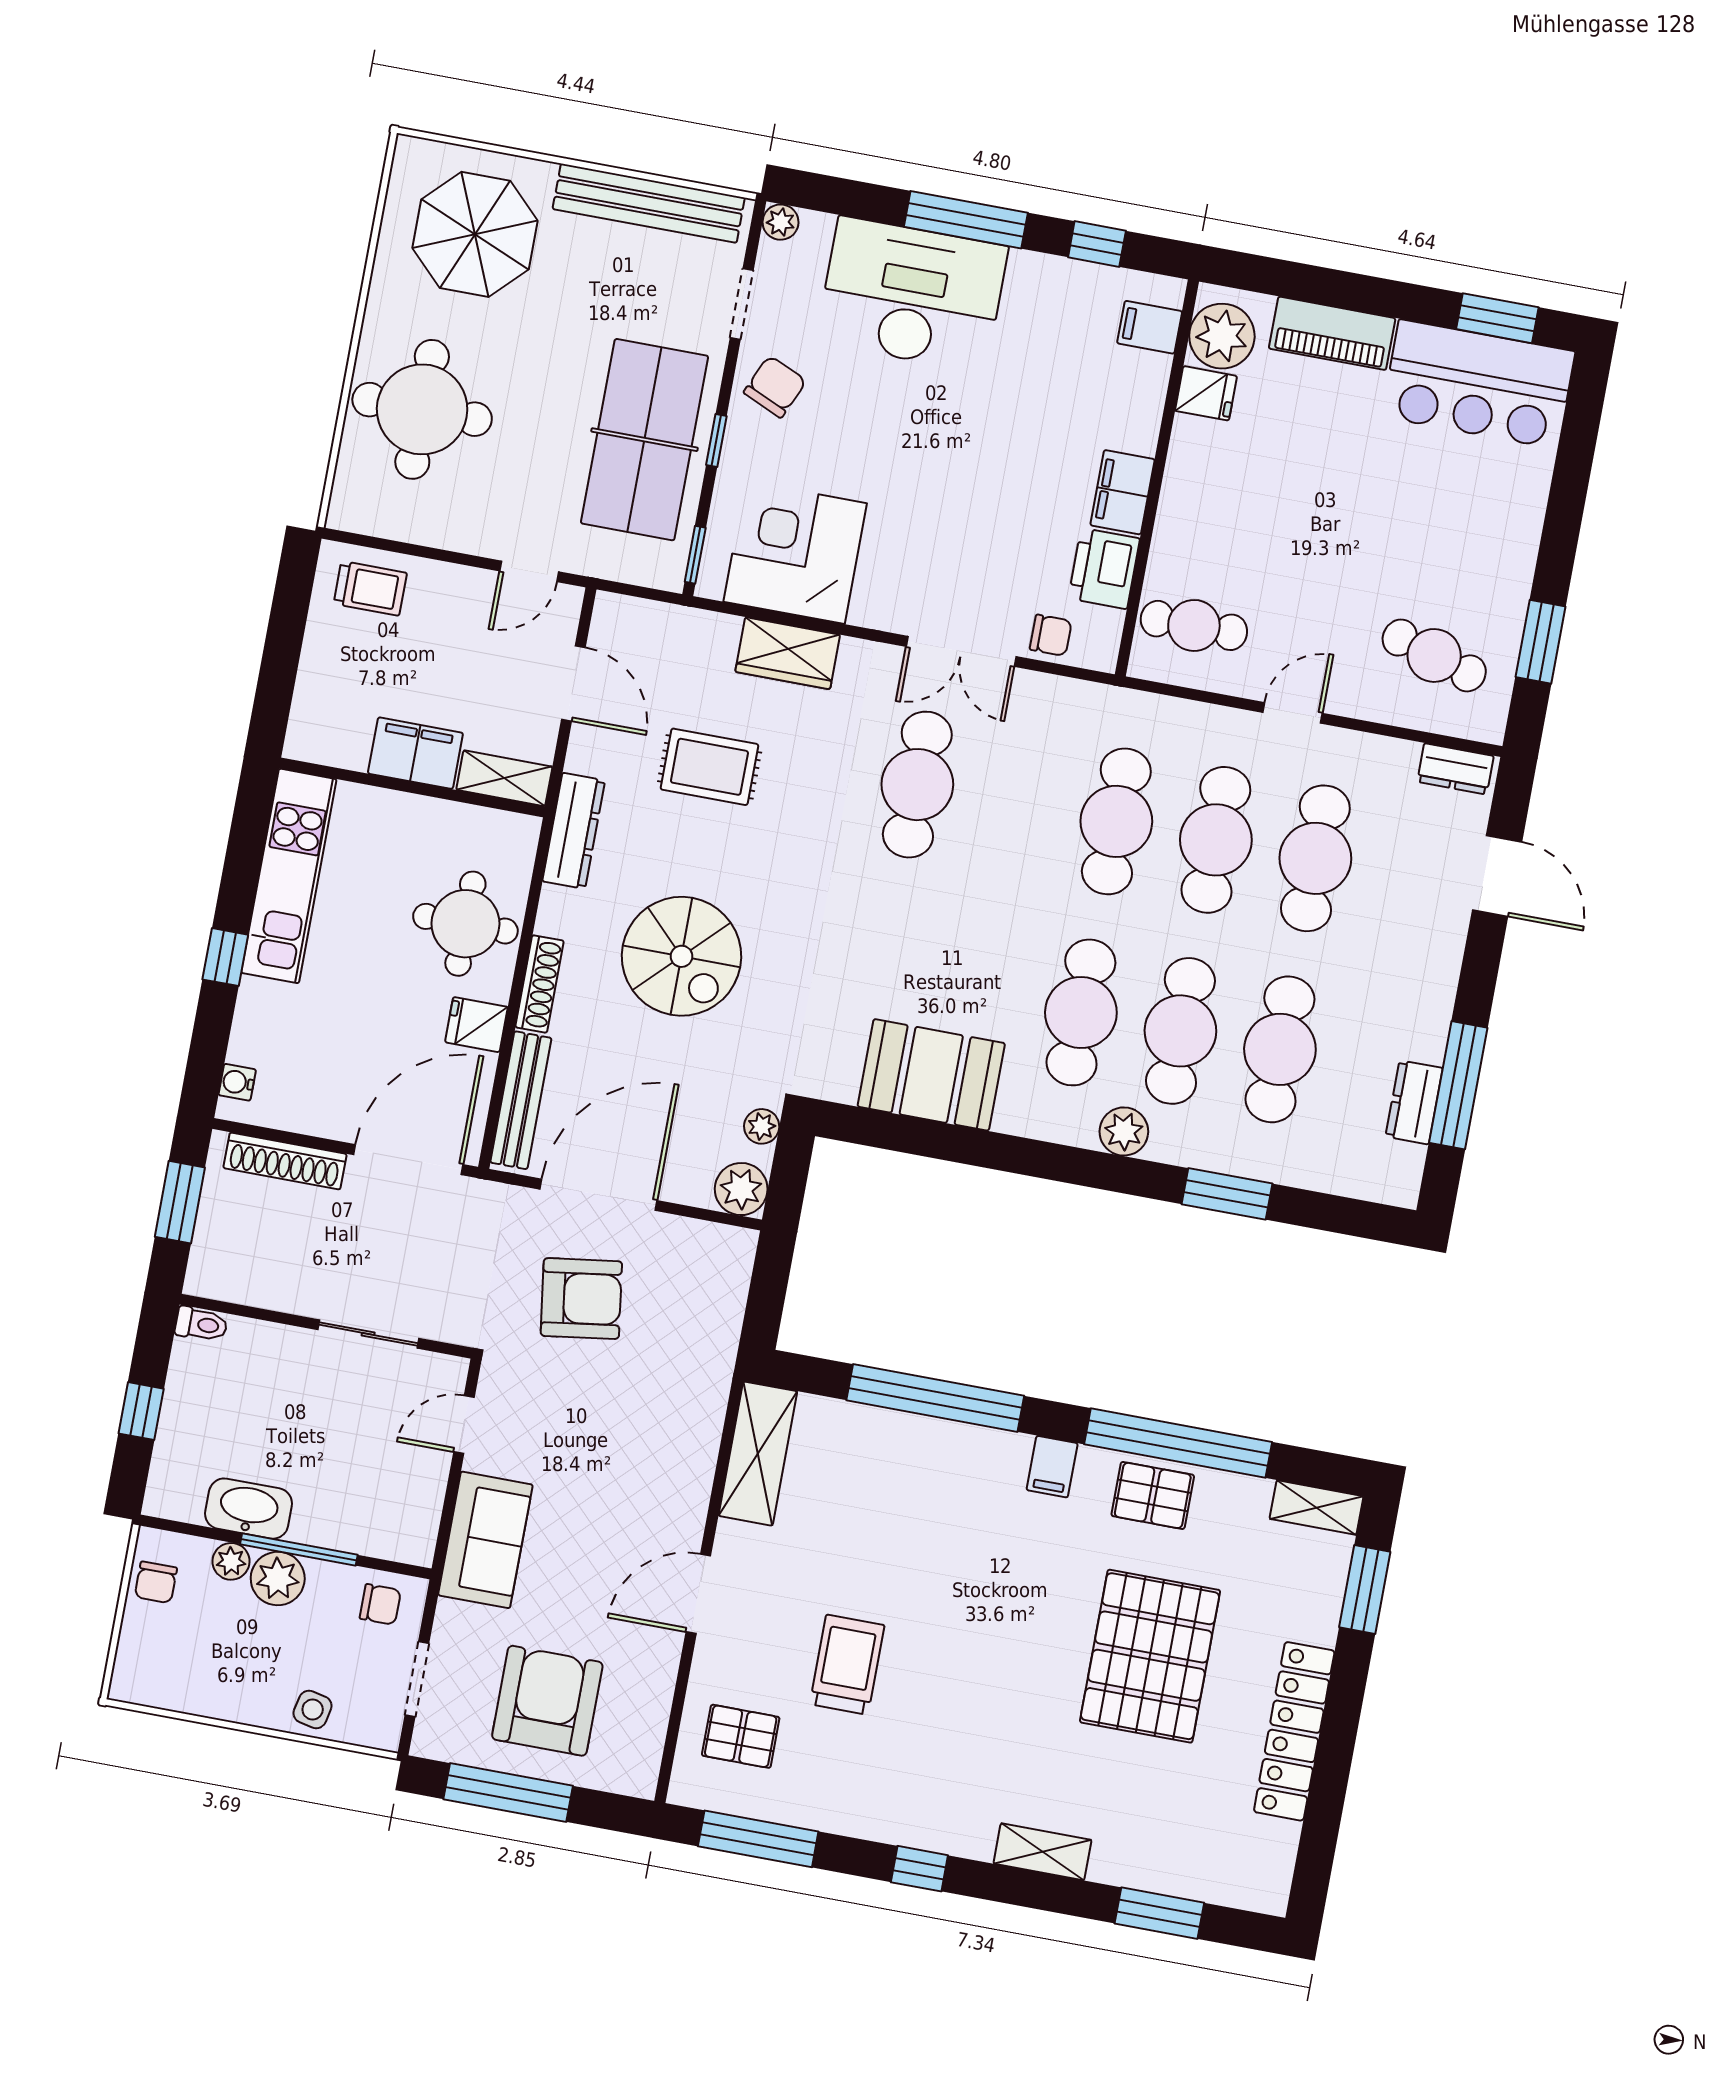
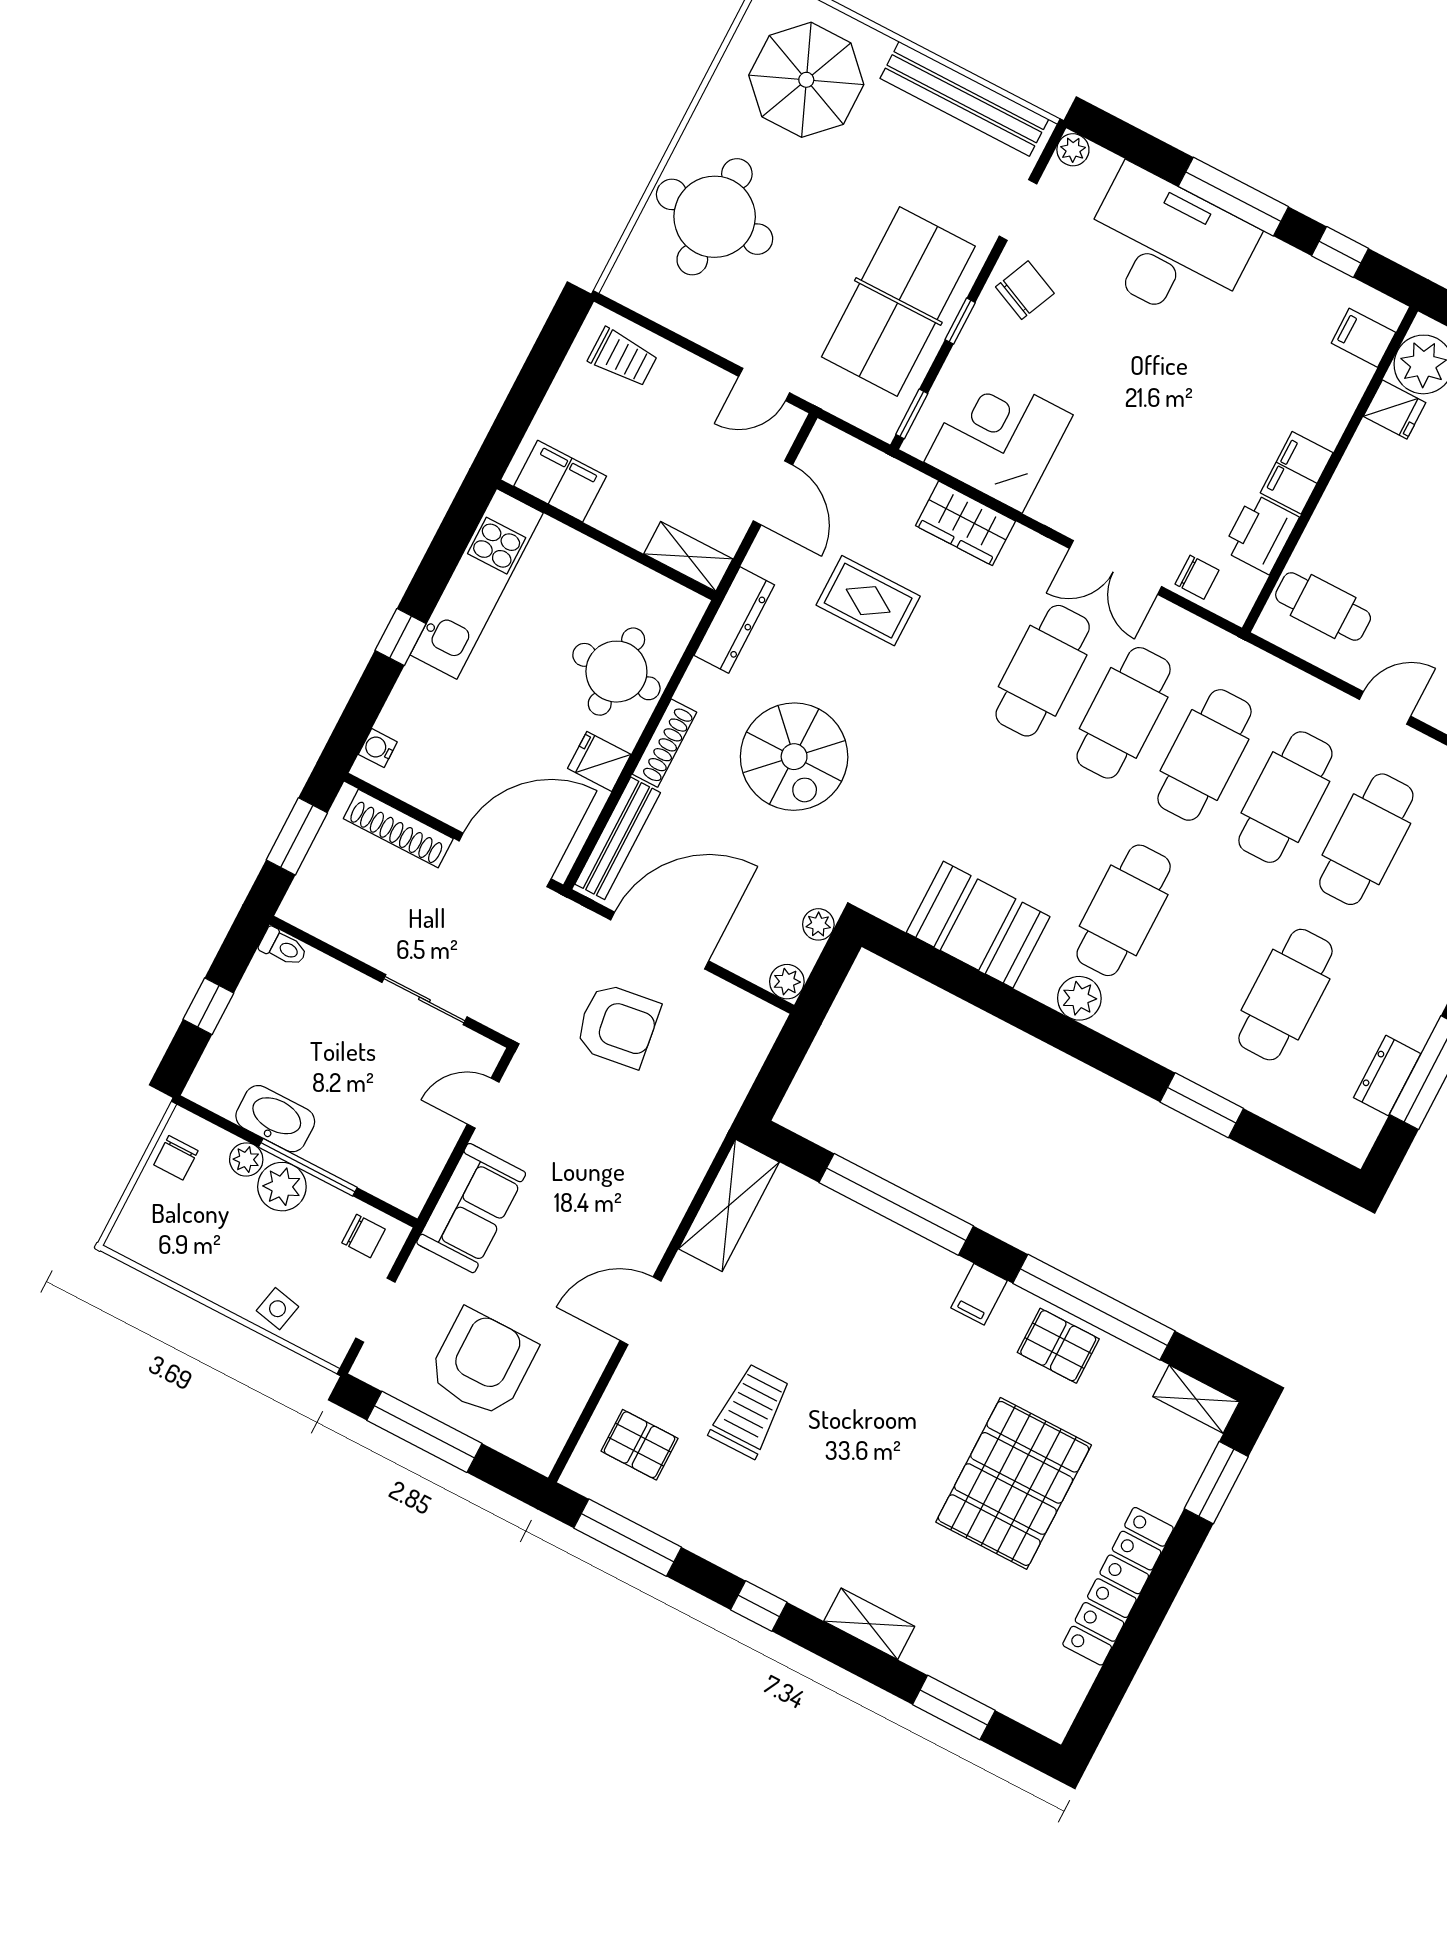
filing cabinet: (415, 753) -> (560, 481), moved
cafe table: (1180, 1031) -> (1124, 713), moved
plant: (1124, 1131) -> (1079, 998), moved
plant: (741, 1189) -> (787, 982), width x0.73, depth x0.73

